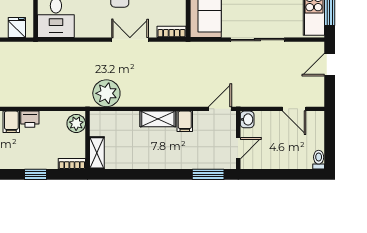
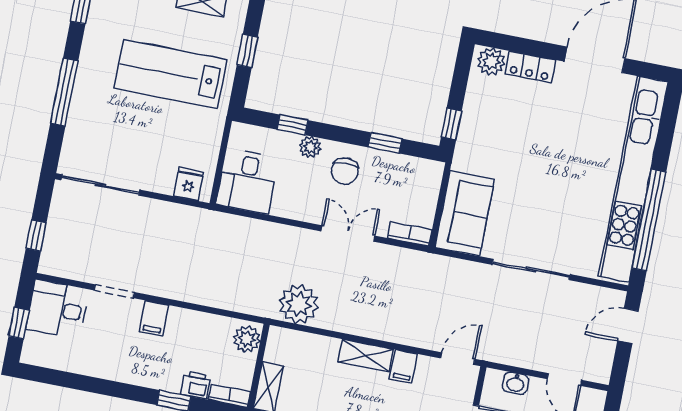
printer: (30, 119) -> (196, 385), moved, turned 180
washbasin: (247, 119) -> (516, 383), moved, turned 90

